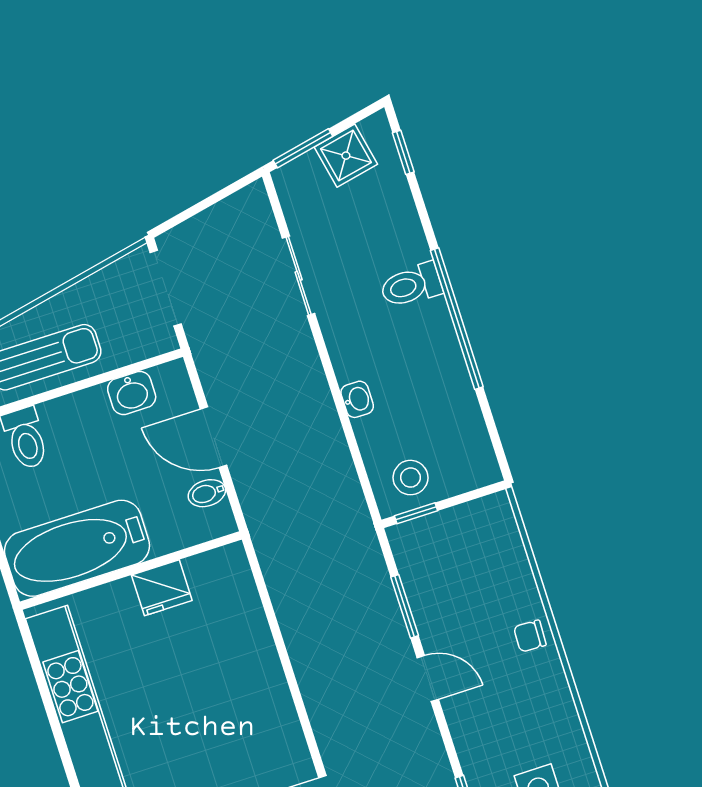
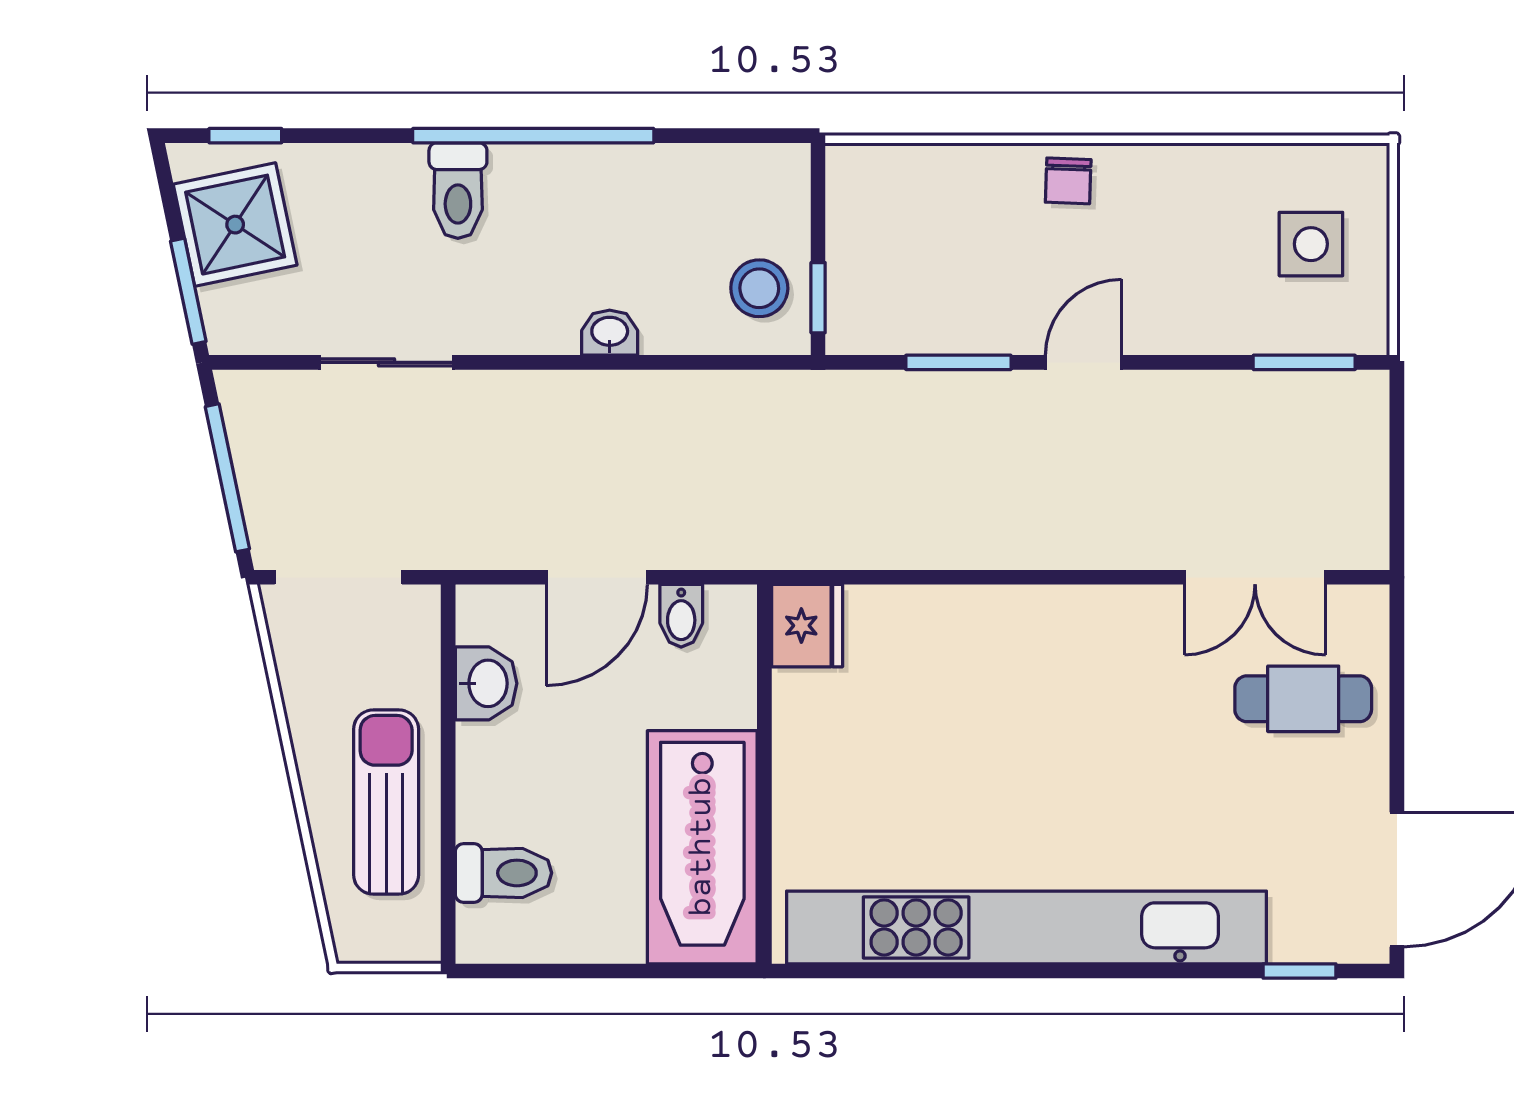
shower: (346, 156) -> (235, 225), width x1.36, depth x1.36
window: (202, 205) -> (227, 478), added
fridge: (162, 588) -> (807, 626), moved

